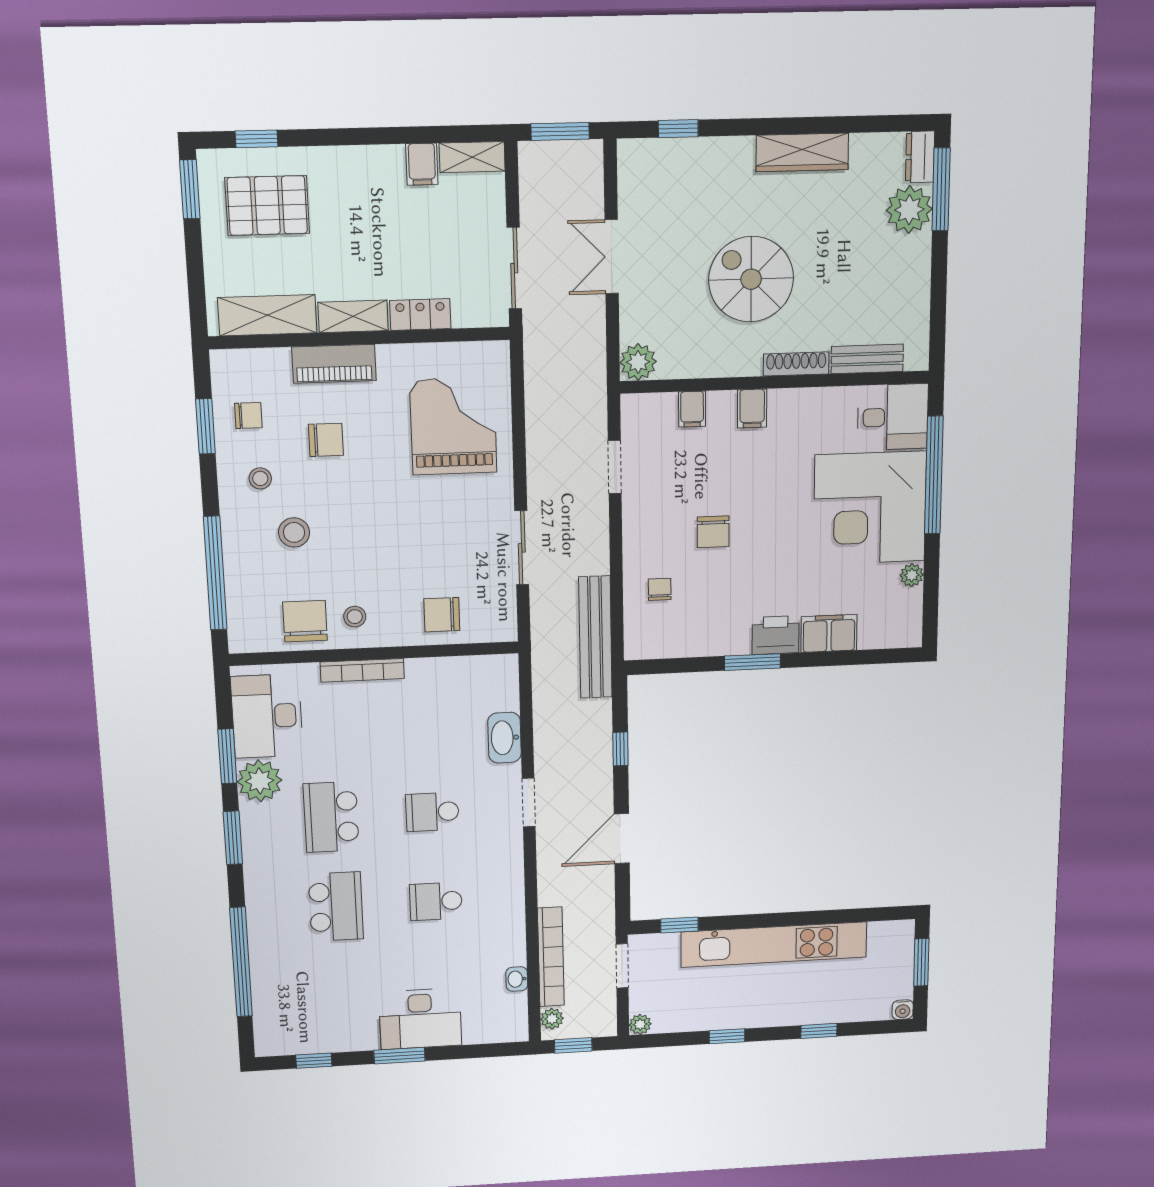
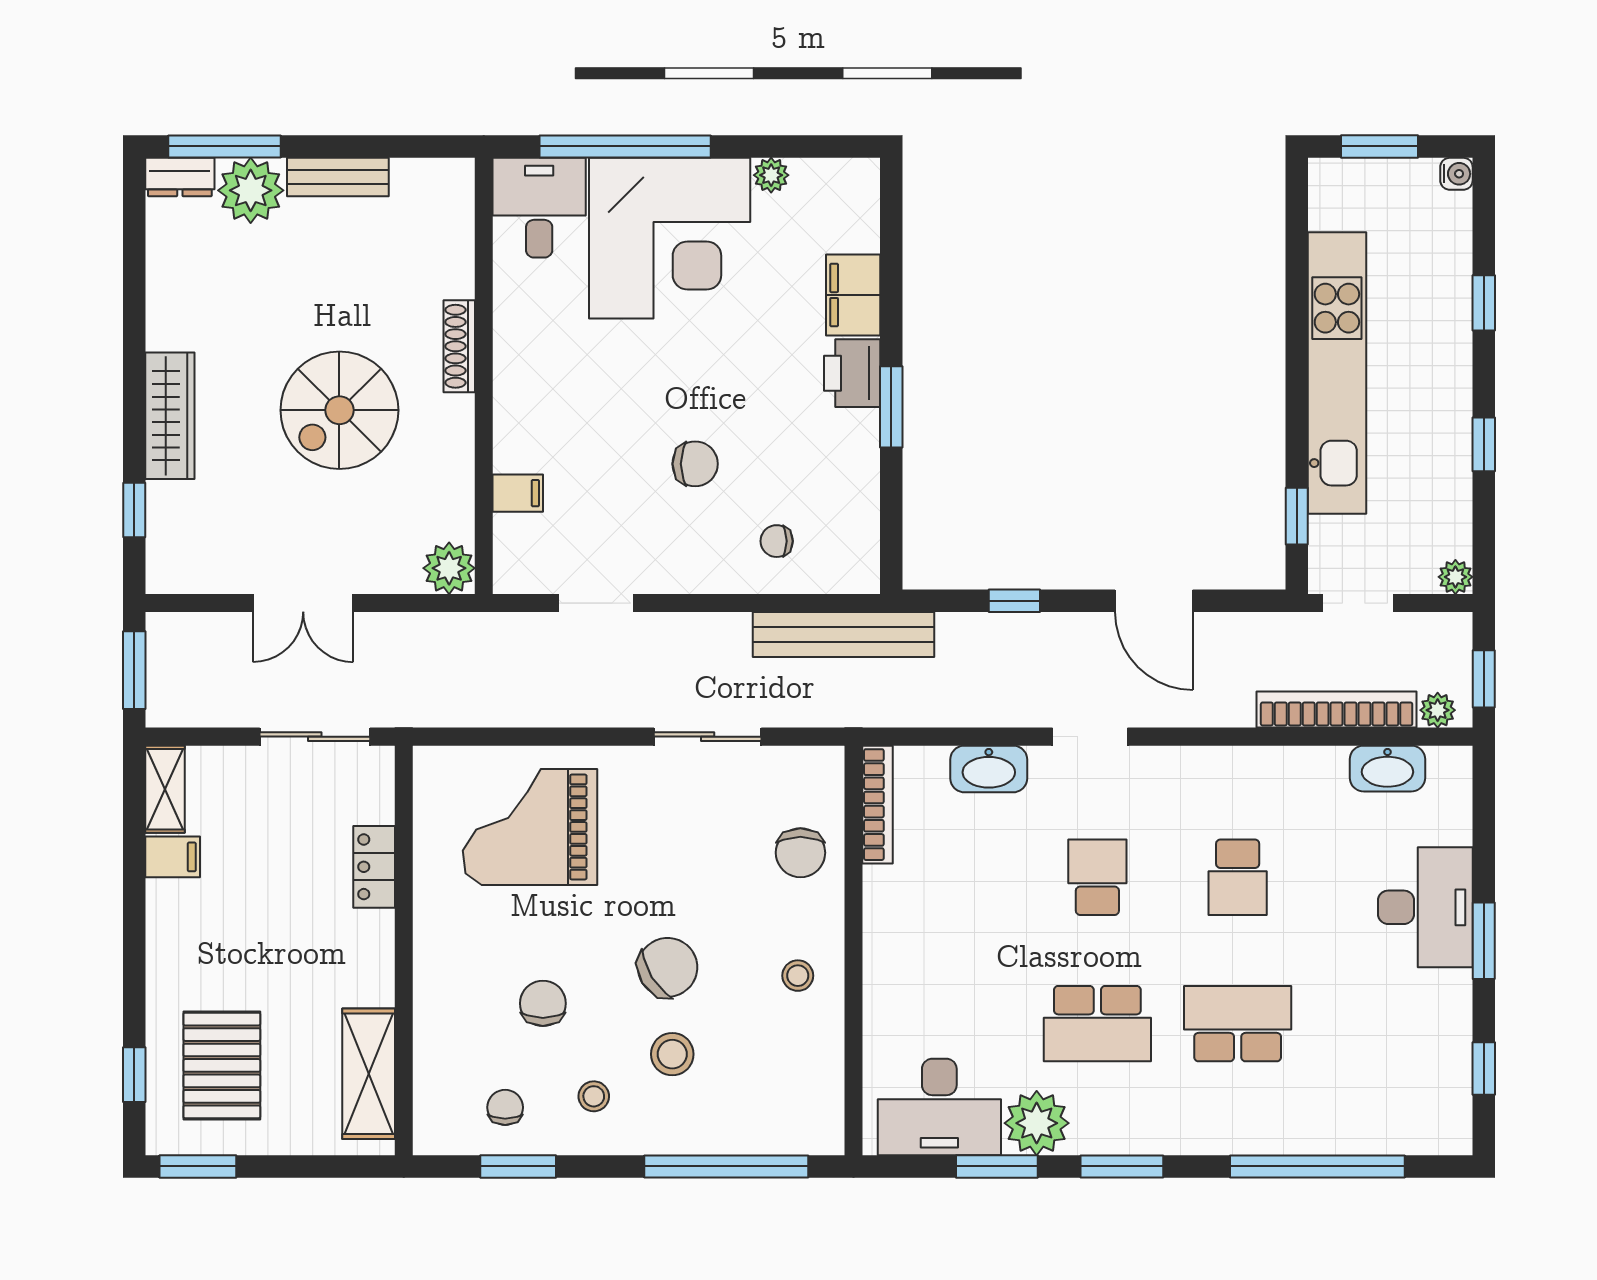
wardrobe: (802, 152) -> (170, 416), moved
shelving: (353, 316) -> (374, 958), removed
bench: (867, 359) -> (338, 177), moved, turned 90
piano: (334, 364) -> (438, 987), removed
filing cabinet: (752, 409) -> (520, 408), removed
chair: (305, 621) -> (668, 967), moved, turned 148
bookcase: (362, 670) -> (878, 805), moved
school desk: (432, 812) -> (1097, 877), turned 180
washbasin: (517, 979) -> (1387, 769), width x1.91, depth x1.45

